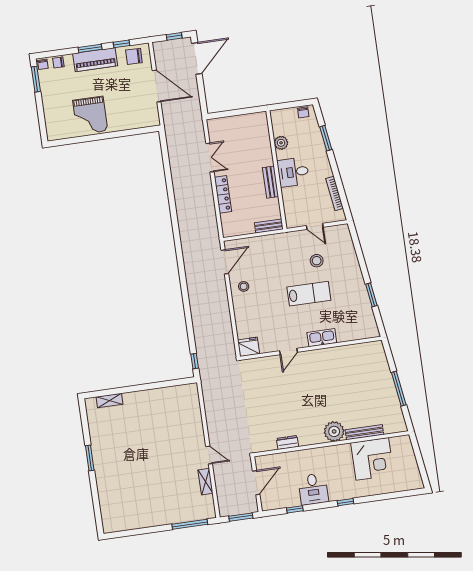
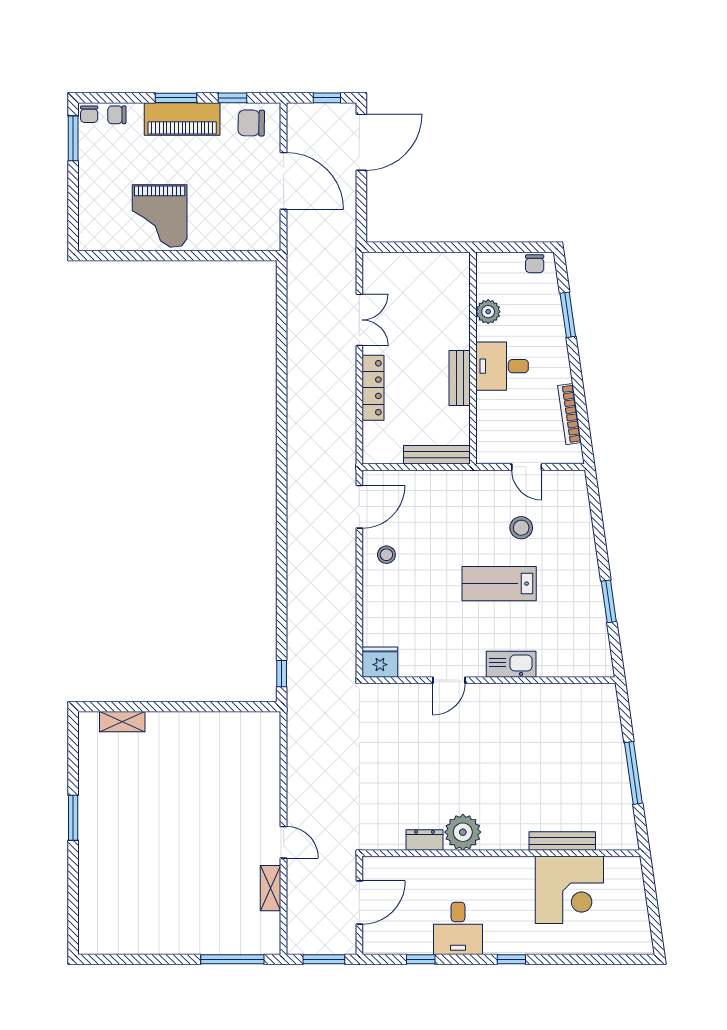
bench: (269, 226) -> (437, 455), width x1.36
lab bench: (309, 294) -> (499, 584), turned 180
plant: (334, 431) -> (463, 832), moved

